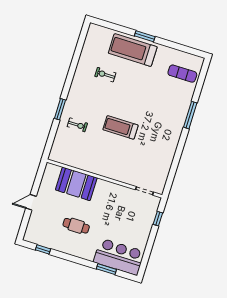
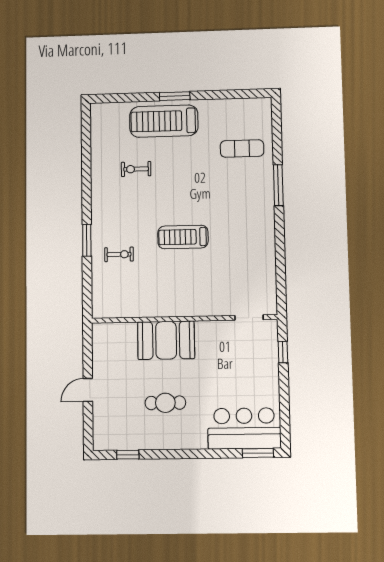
exercise mat: (182, 74) -> (242, 149), moved
booth: (76, 184) -> (166, 340), moved
window: (106, 269) -> (258, 453), moved

